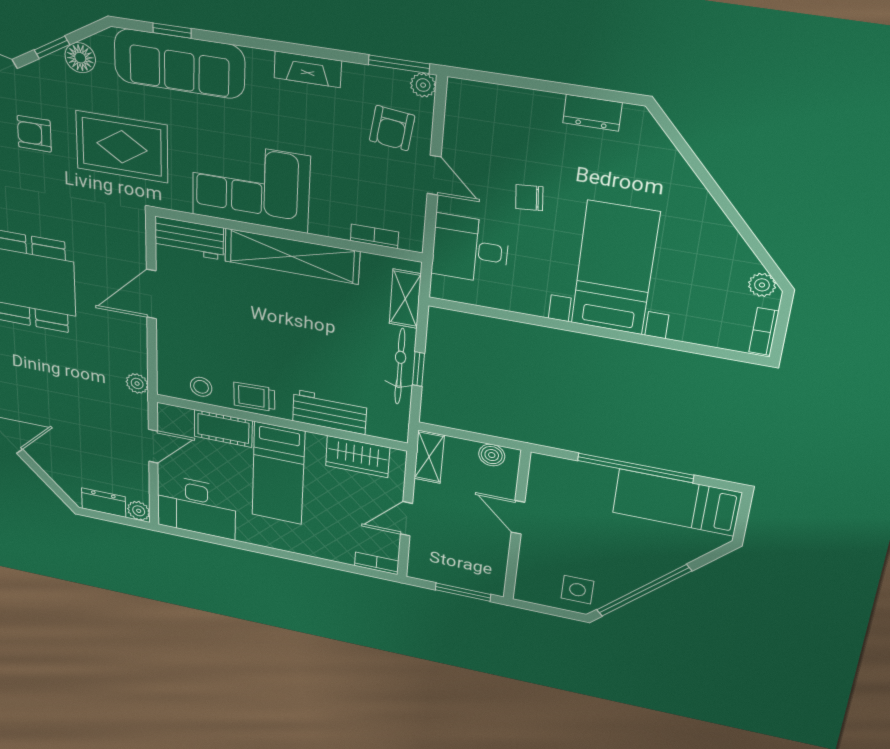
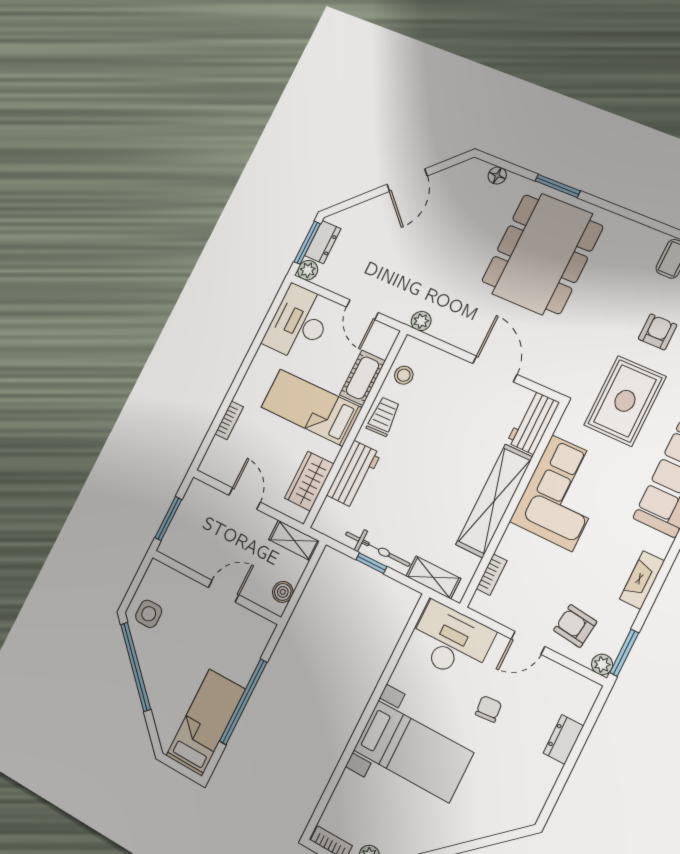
dresser: (592, 113) -> (563, 739), moved
desk: (470, 249) -> (451, 641), width x1.37
window: (111, 518) -> (307, 243), added
bookcase: (377, 563) -> (229, 420), moved

